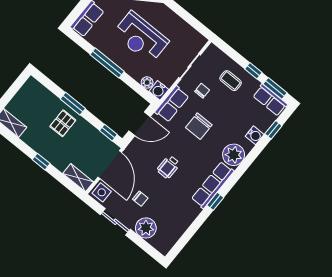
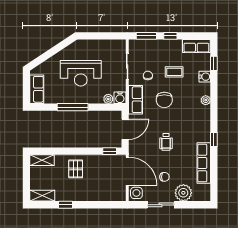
coffee table: (231, 81) -> (174, 72), moved
window: (275, 88) -> (146, 36), moved
window: (73, 104) -> (72, 151), removed
plant: (234, 155) -> (206, 100), width x0.53, depth x0.53
window: (41, 162) -> (66, 205), moved
shelving: (78, 178) -> (42, 160), moved
row of seats: (213, 185) -> (204, 163), moved

